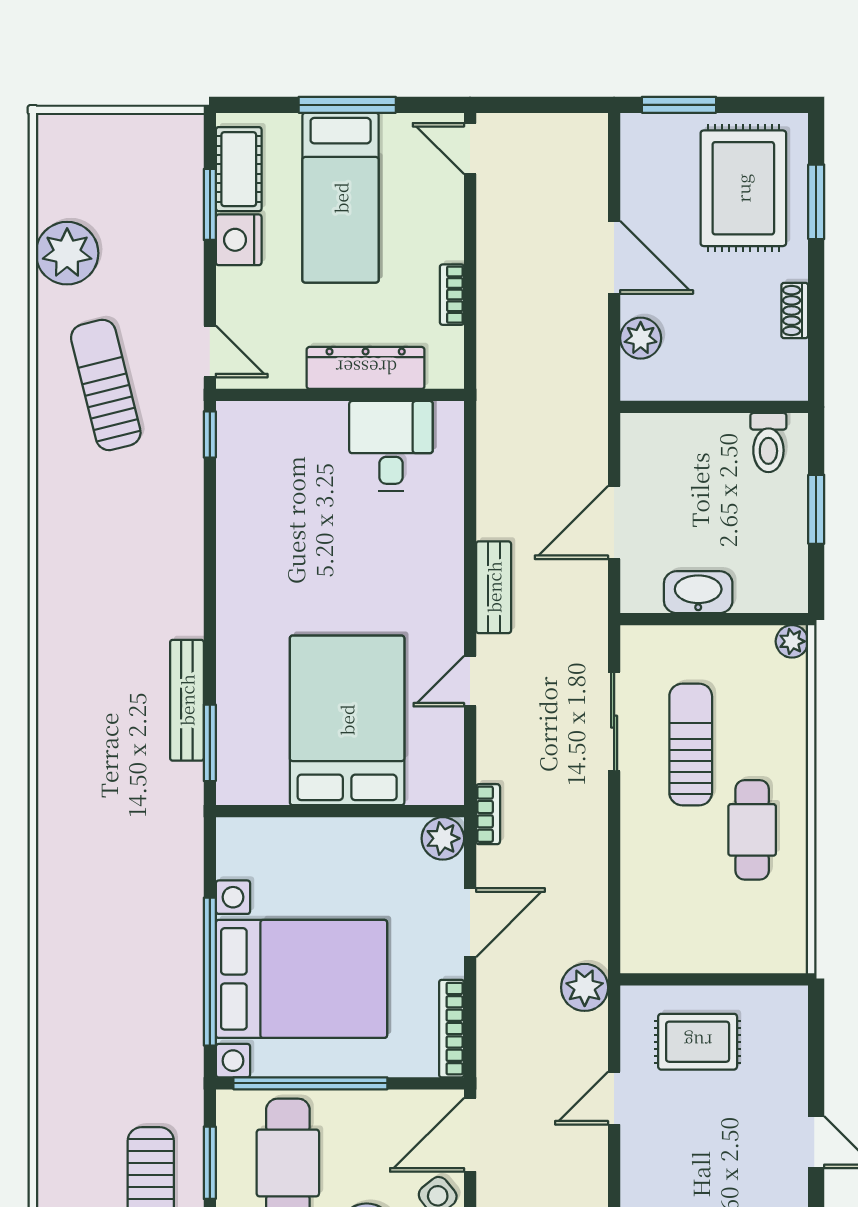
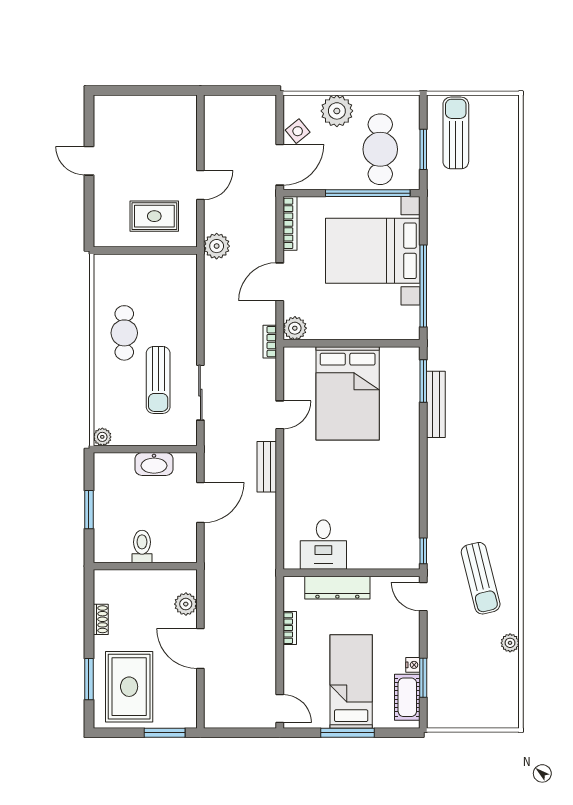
nightstand: (239, 240) -> (413, 665), width x0.53, depth x0.56
plant: (67, 253) -> (510, 643), width x0.53, depth x0.53
toilet: (768, 443) -> (142, 546), moved
window: (210, 972) -> (423, 286), moved

